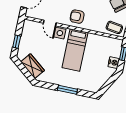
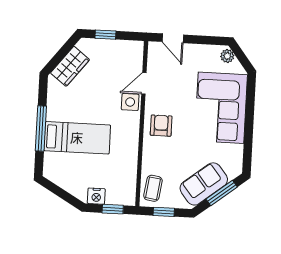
bed: (75, 50) -> (77, 138), moved, turned 180
window: (67, 90) -> (41, 128), width x1.44

